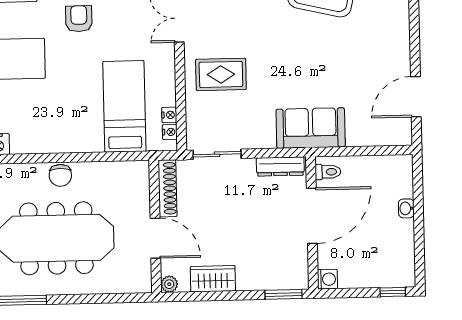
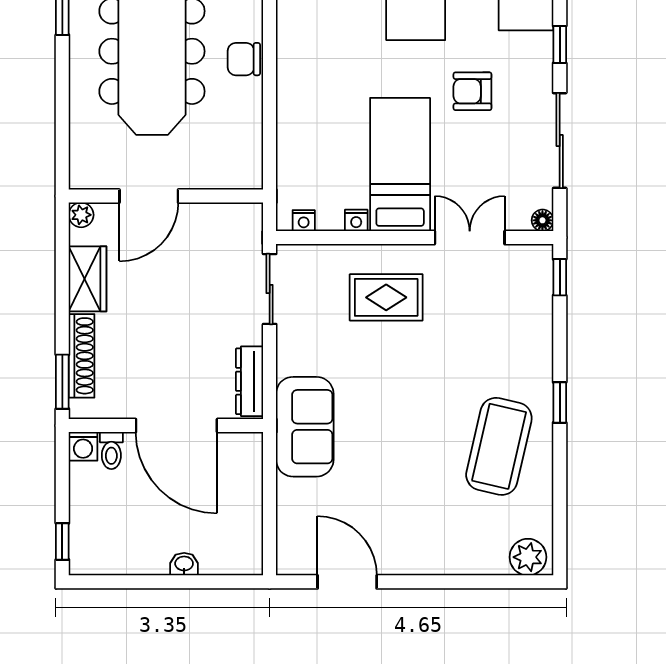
armchair: (79, 19) -> (472, 91), turned 180
rug: (221, 74) -> (386, 297), turned 90
bed: (124, 106) -> (400, 164), moved, turned -90
nightstand: (169, 115) -> (356, 220), moved
toilet: (328, 172) -> (111, 451), moved
shoe rack: (167, 188) -> (82, 356), moved, turned -90

